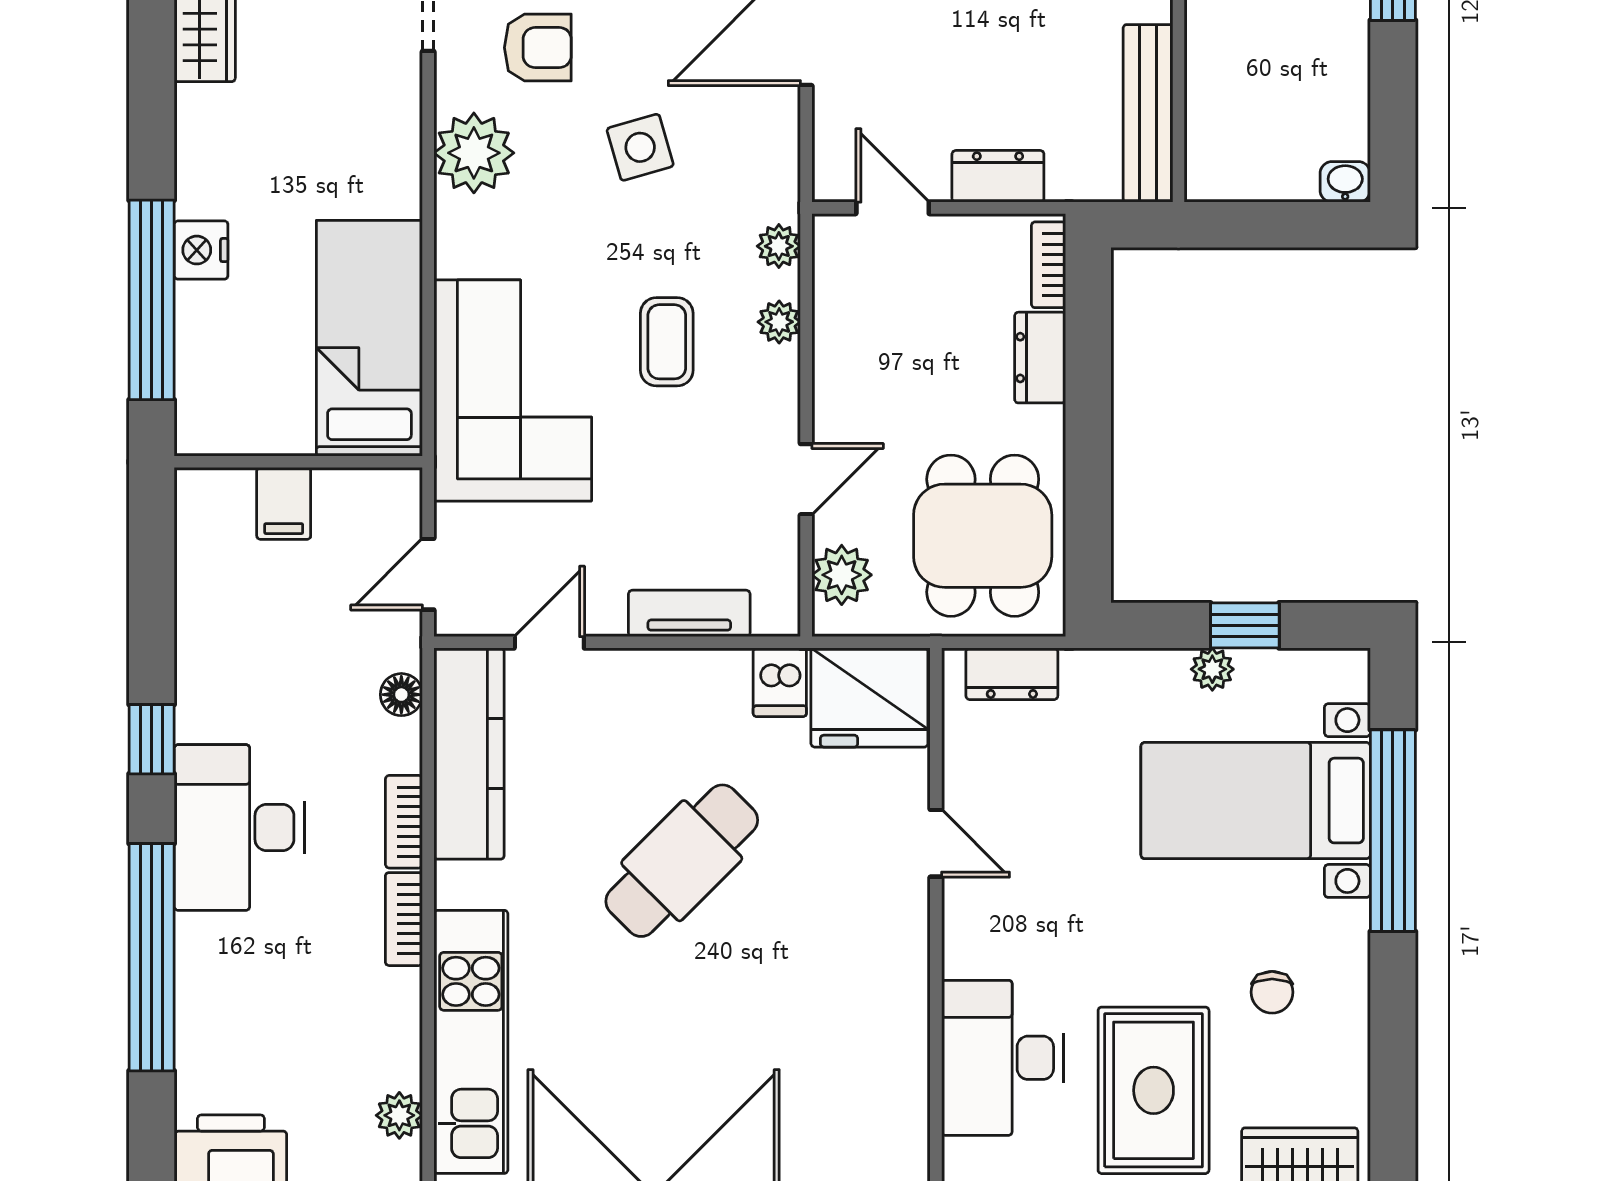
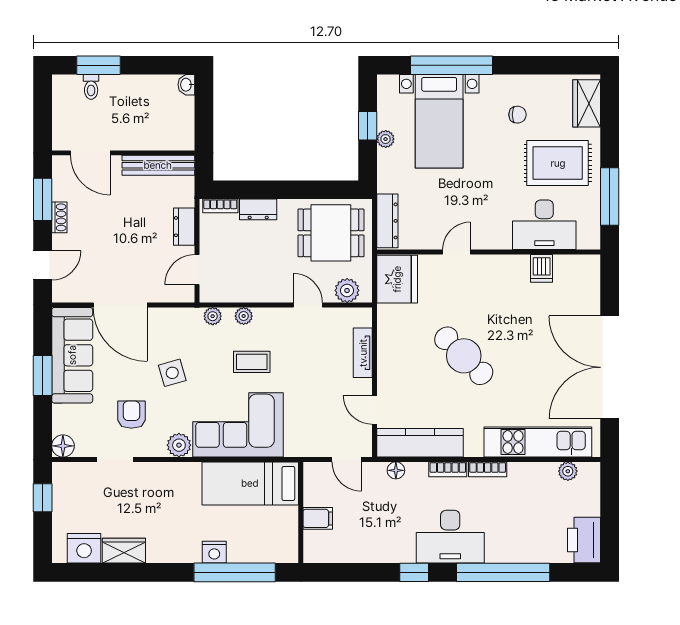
plant: (474, 153) -> (179, 445), width x0.73, depth x0.73
corner sofa: (513, 391) -> (238, 425), moved
dresser: (1012, 674) -> (387, 221), width x1.44
dishwasher: (780, 682) -> (542, 268), moved, turned 90

